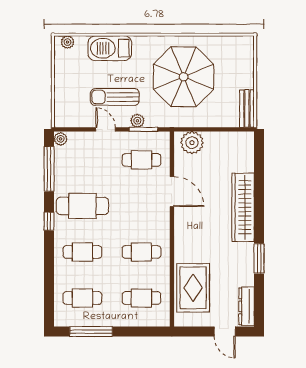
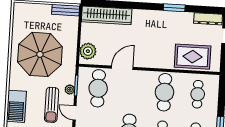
door: (106, 129) -> (75, 113), hinge flipped
cafe table: (141, 160) -> (98, 88), width x1.37, depth x1.35
wardrobe: (243, 207) -> (107, 15), moved
cafe table: (141, 252) -> (164, 92), width x1.37, depth x1.35

